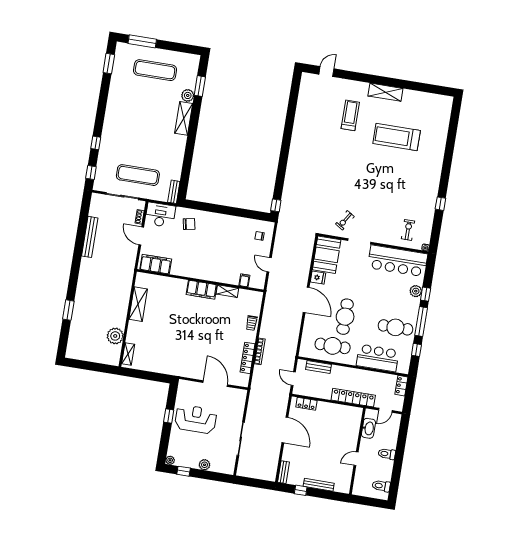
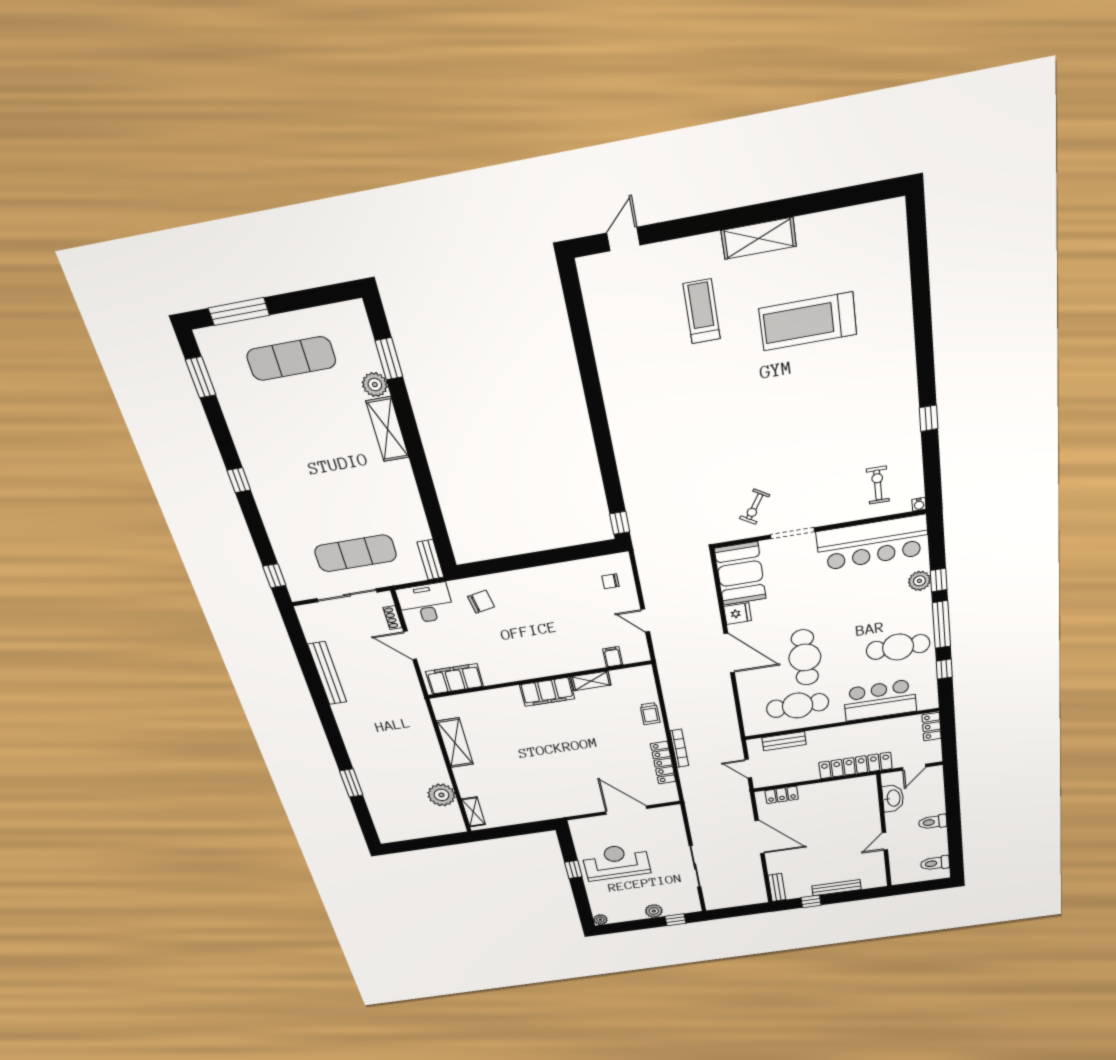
window: (96, 143) -> (239, 480), moved
window: (184, 471) -> (675, 920), moved

